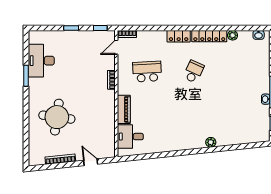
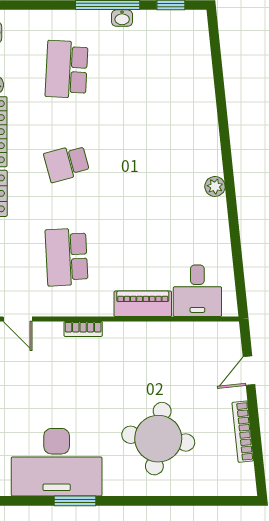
desk: (41, 61) -> (57, 462), width x1.36, depth x1.30
school desk: (194, 72) -> (67, 163), turned -39
school desk: (240, 72) -> (67, 69), added
plant: (211, 142) -> (215, 186), moved

